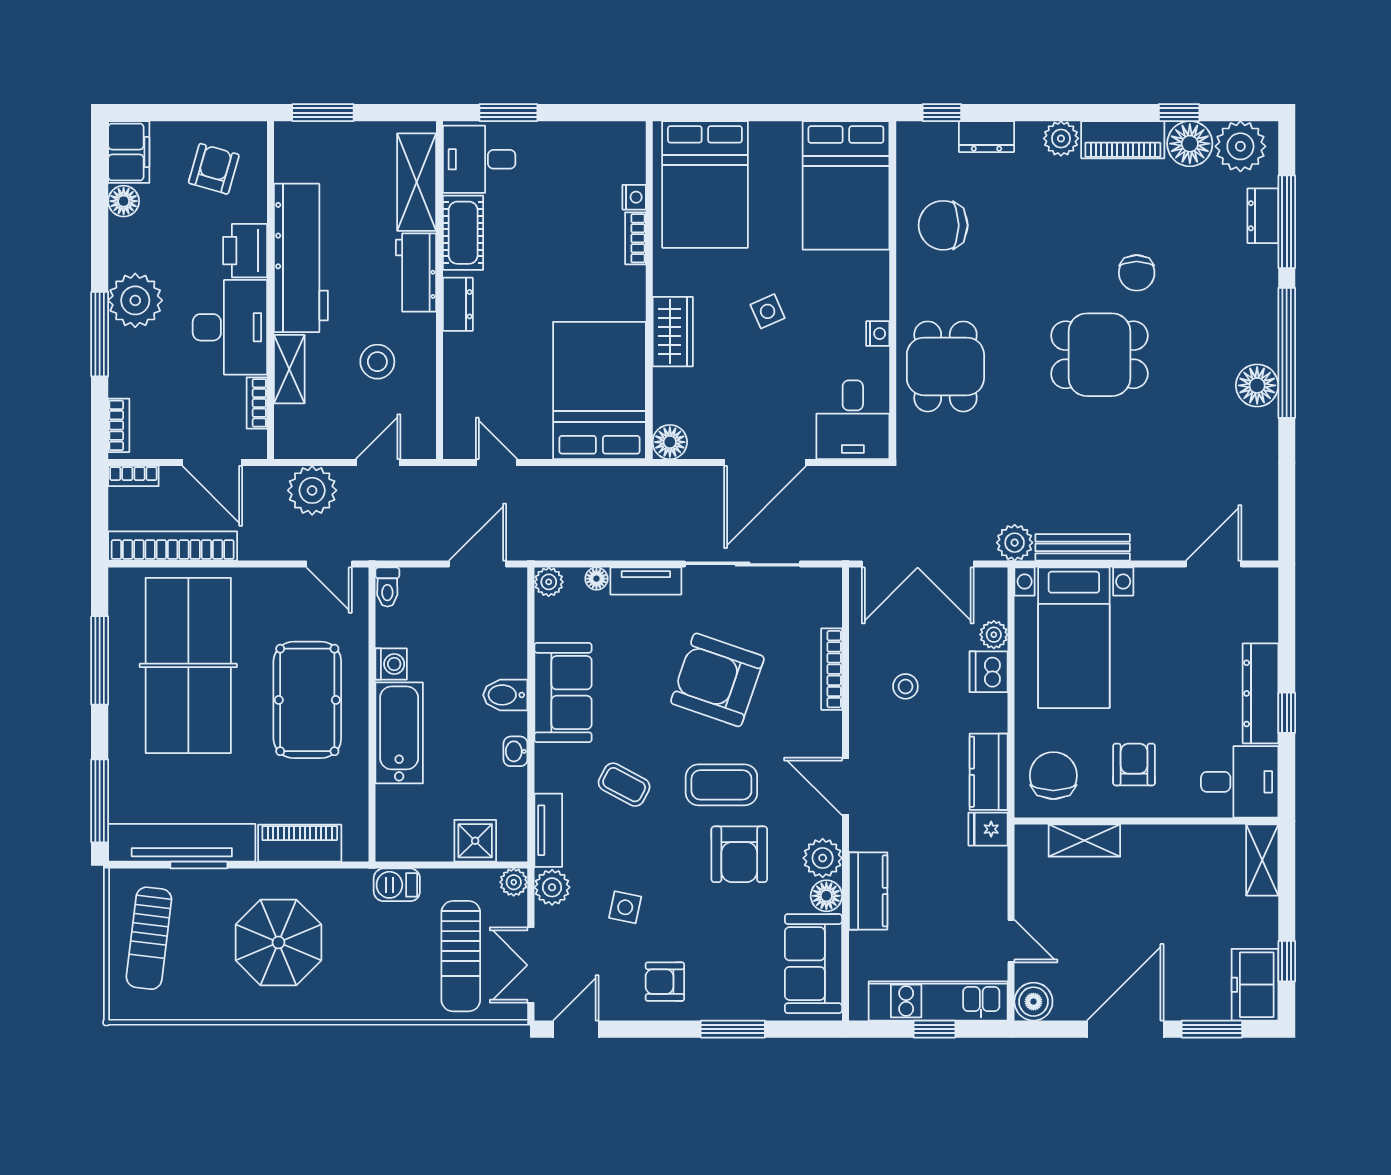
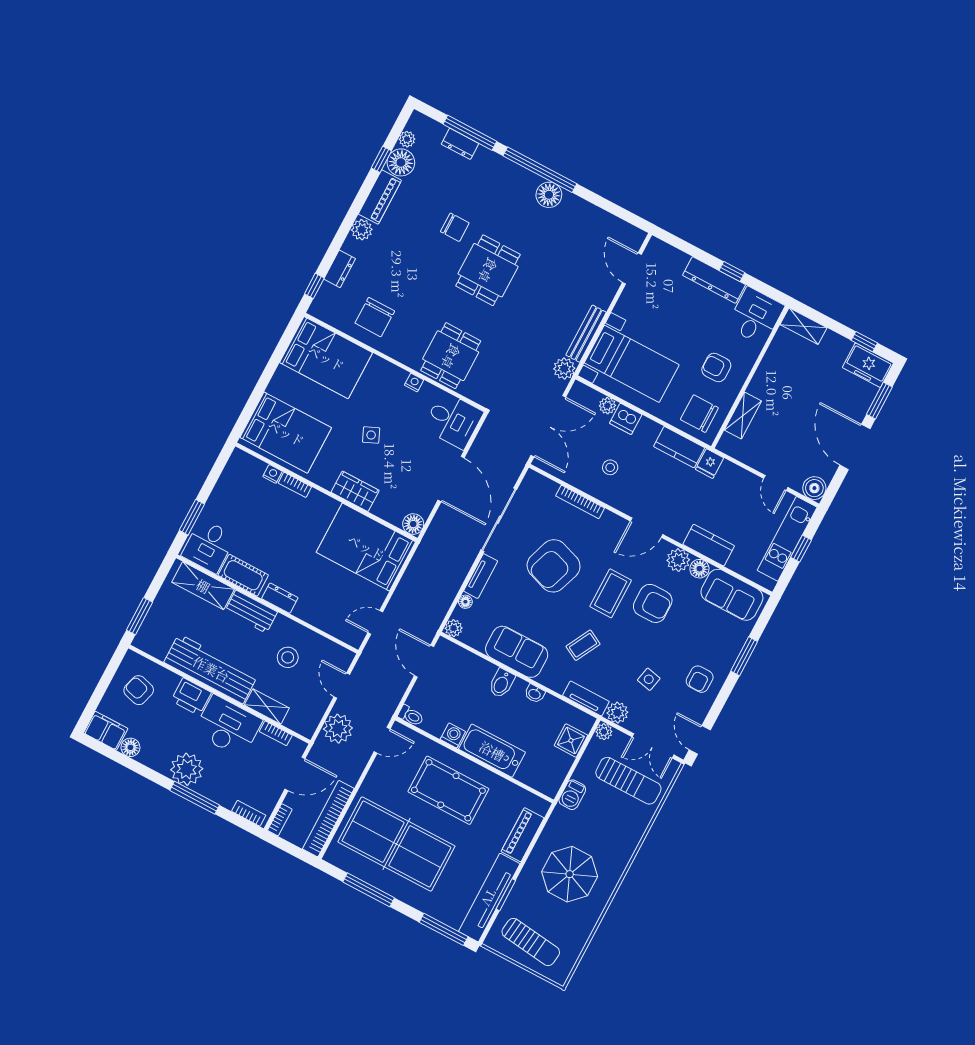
plant: (1240, 146) -> (407, 139), width x0.53, depth x0.53
dining table: (945, 366) -> (451, 356), turned 90
door: (1011, 941) -> (776, 483), swing flipped

